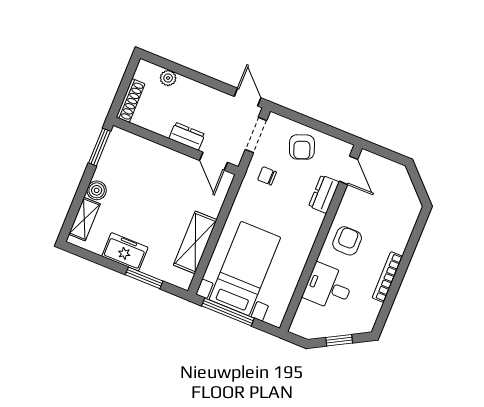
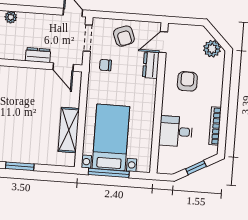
door: (349, 170) -> (163, 42), swing flipped
plant: (407, 198) -> (212, 49), added
armchair: (347, 241) -> (187, 81), moved
freezer: (125, 252) -> (20, 153), removed
bookcase: (387, 277) -> (215, 126), moved
window: (144, 278) -> (20, 166), moved

